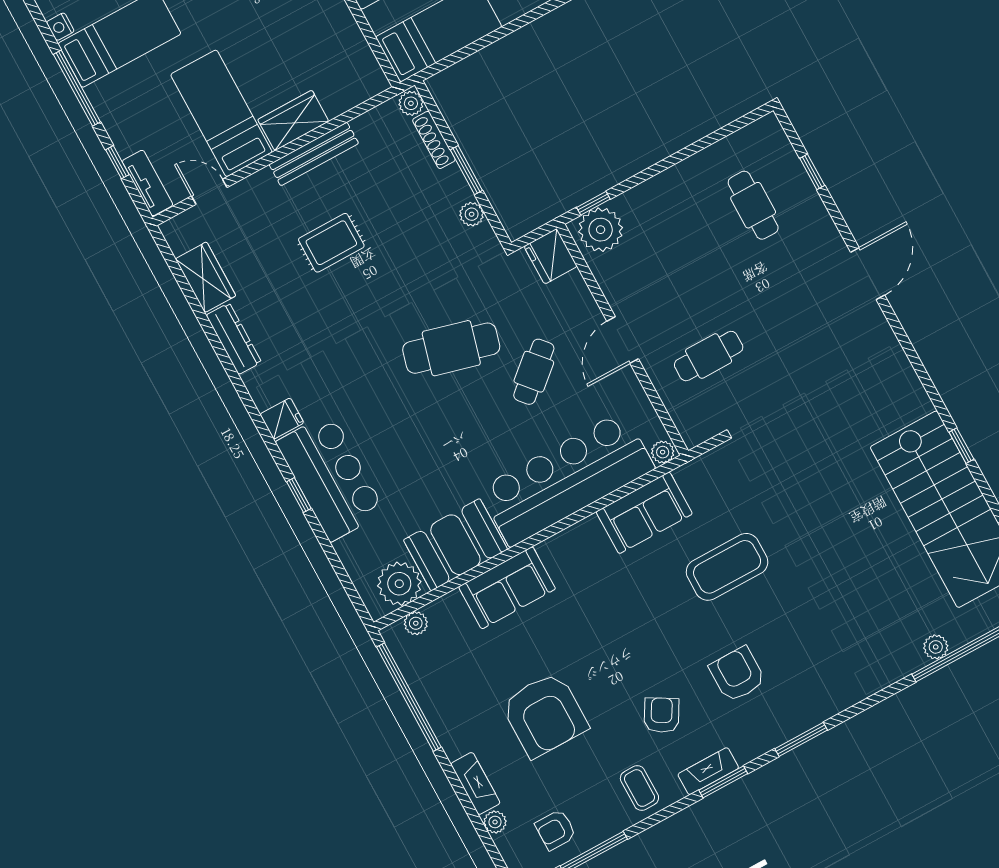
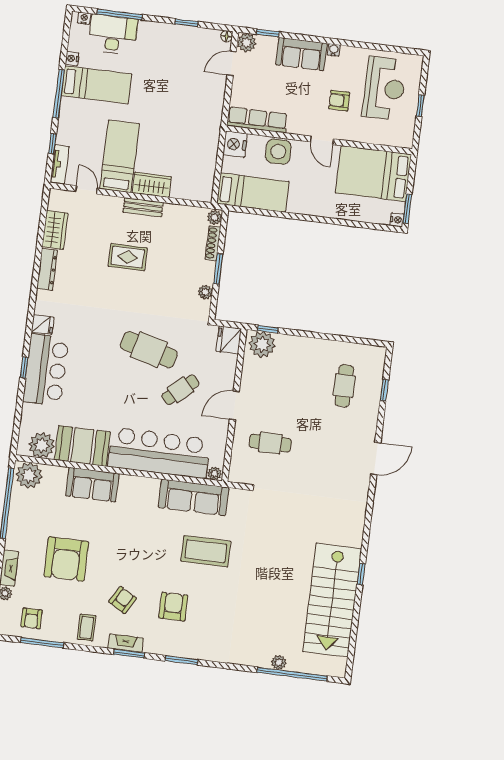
bench: (314, 154) -> (143, 207), width x0.73
sofa: (644, 513) -> (194, 497), width x1.36
plant: (416, 623) -> (29, 475), width x1.88, depth x1.88
armchair: (556, 830) -> (32, 618), turned -90

